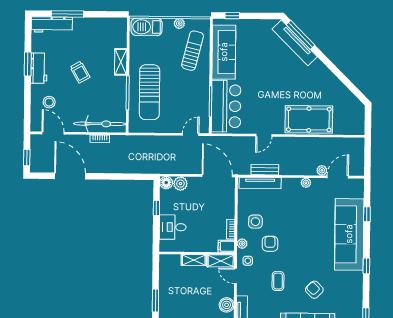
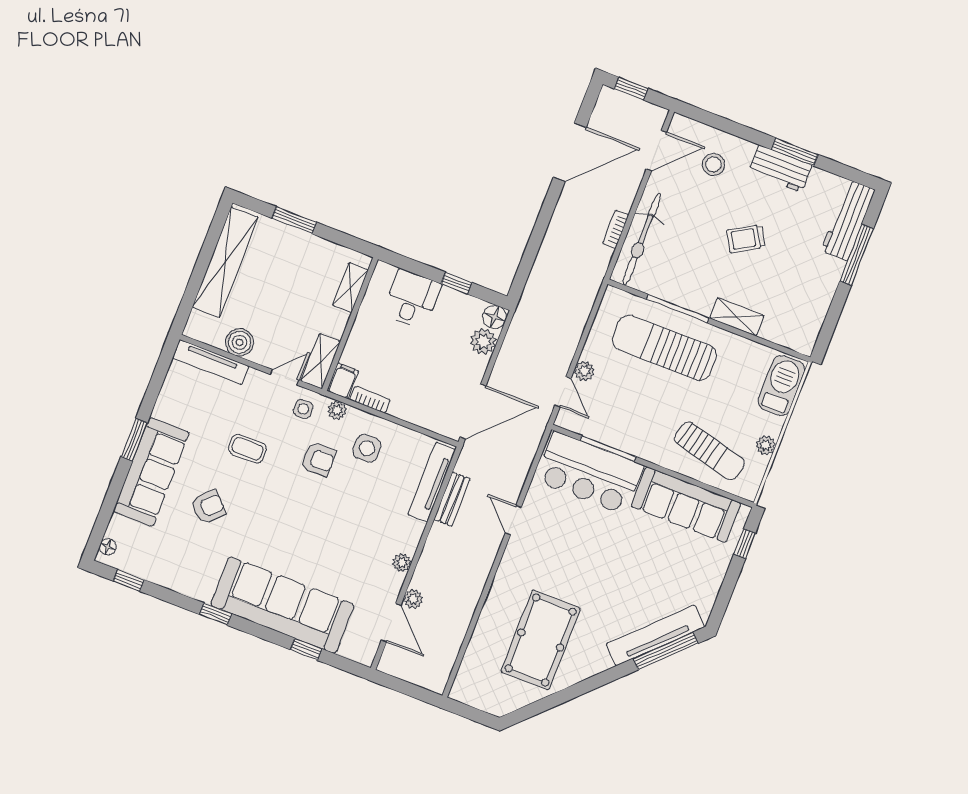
pool table: (309, 119) -> (541, 640), moved
plant: (176, 128) -> (584, 371), added
shelving: (194, 260) -> (350, 288), moved

